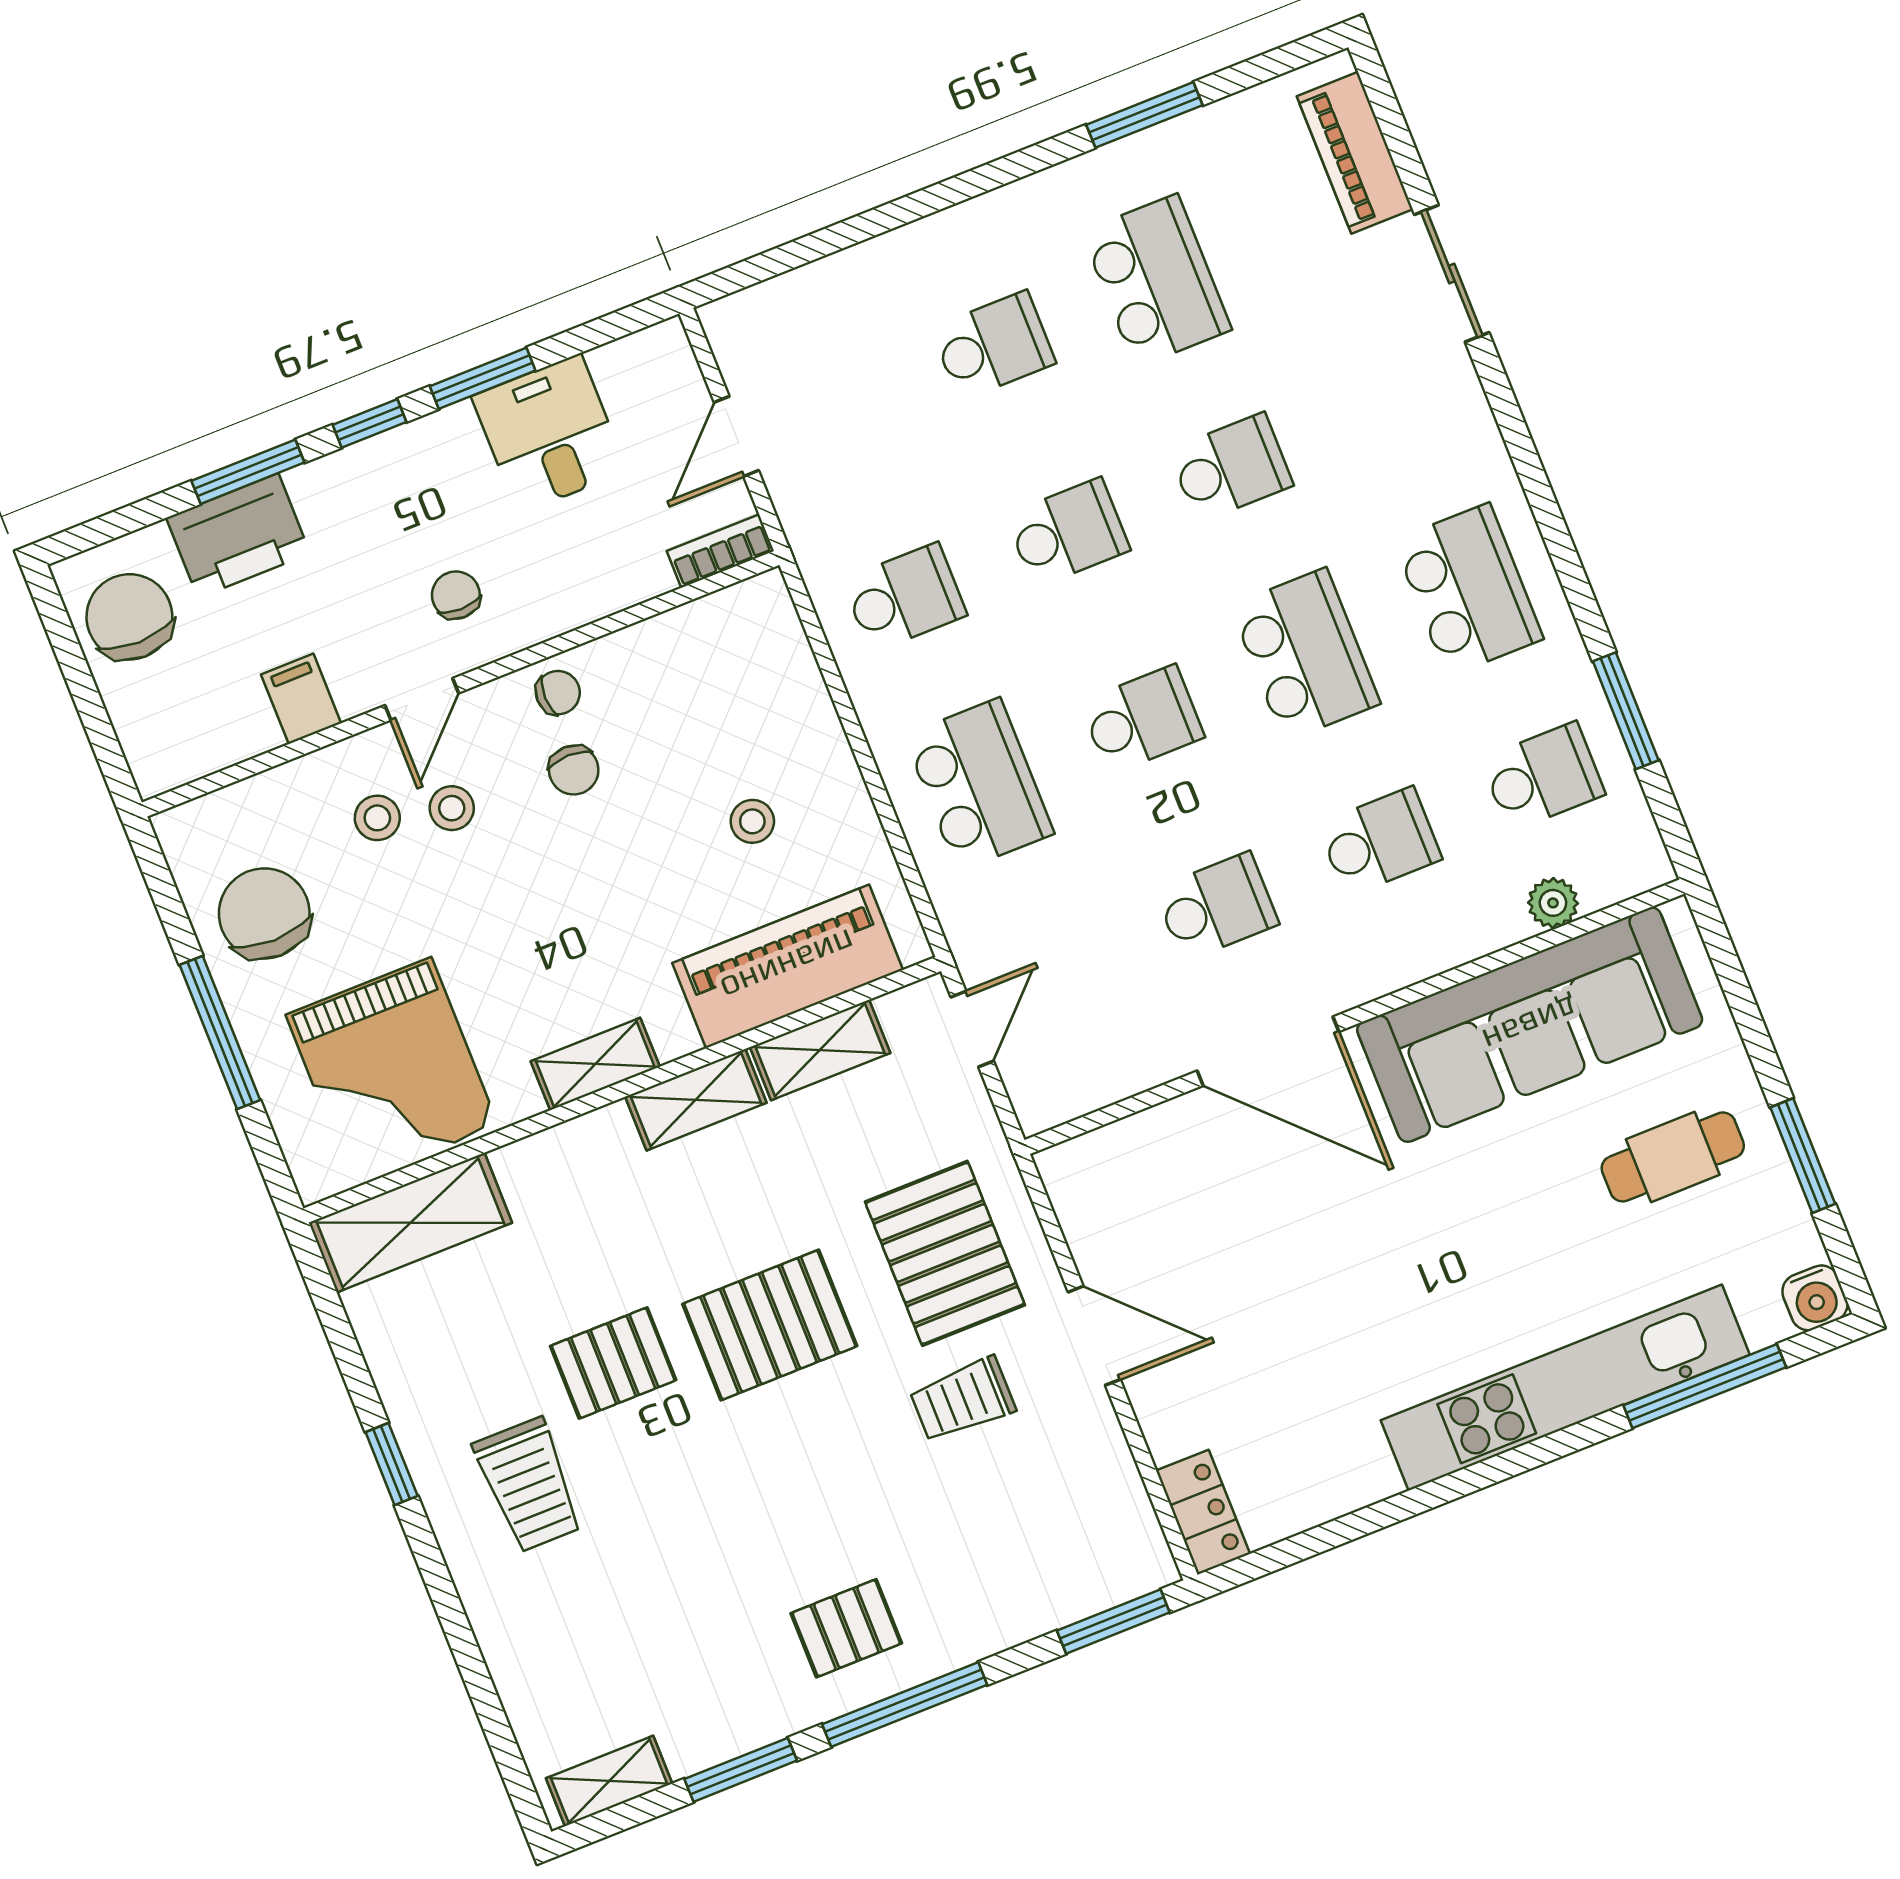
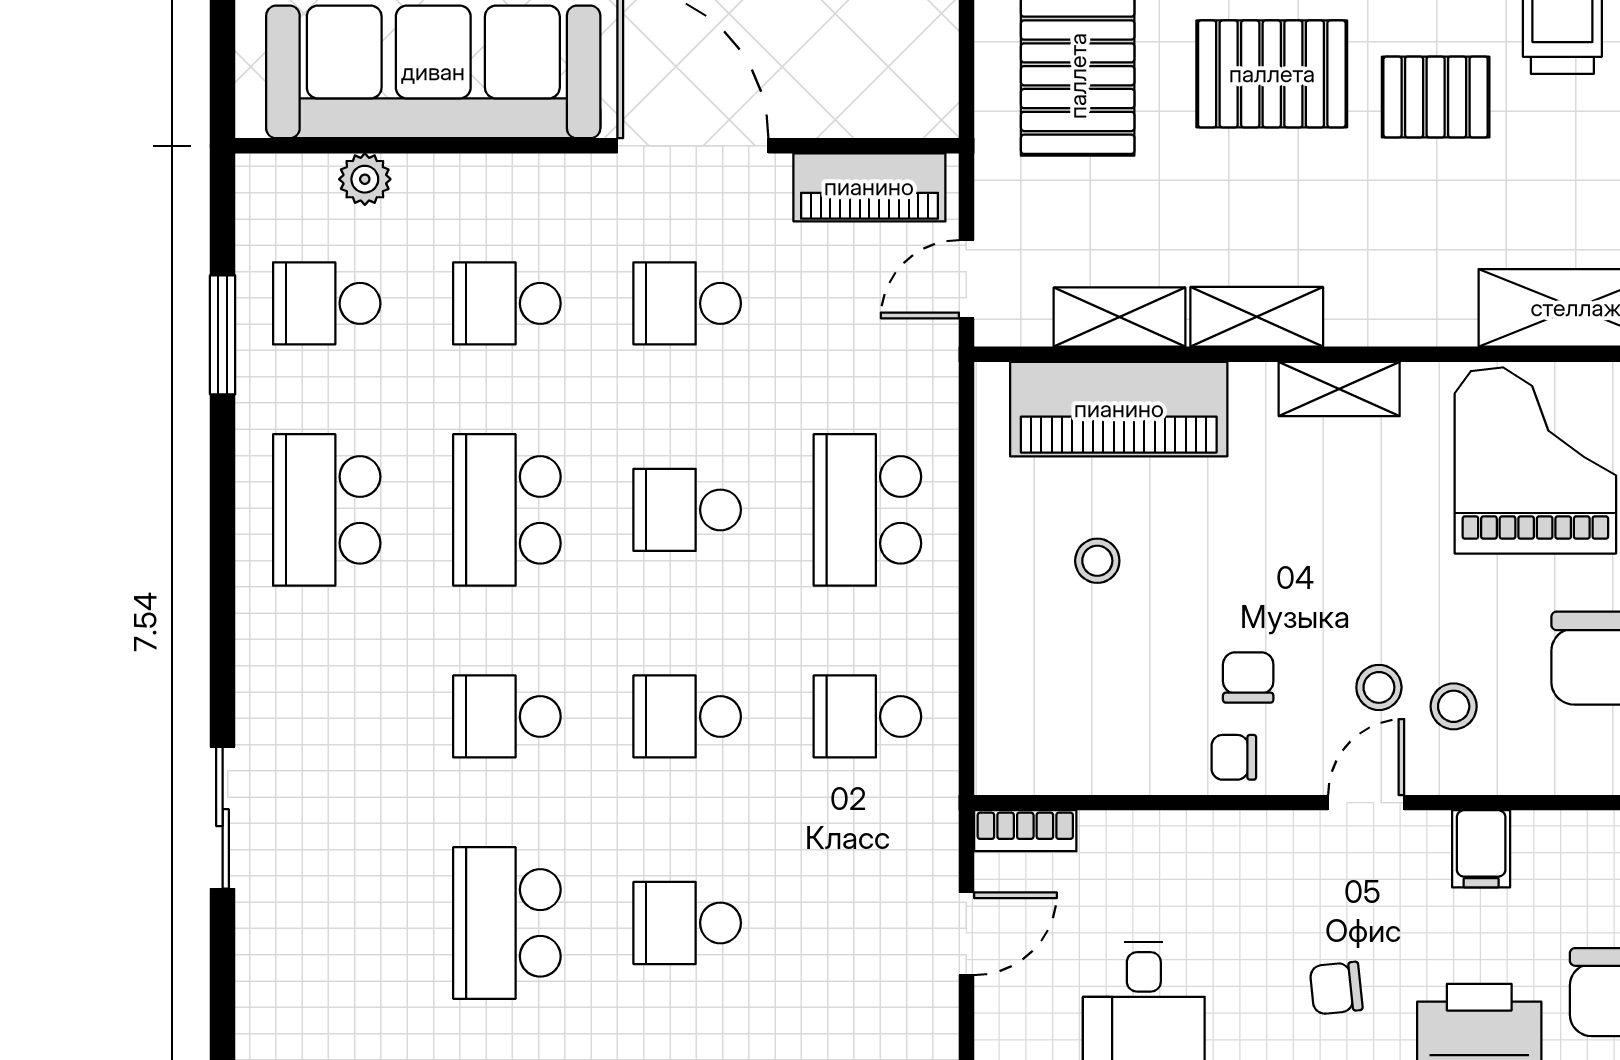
piano: (1355, 153) -> (869, 187), moved, turned 90
chair: (456, 595) -> (1336, 988), moved, turned 84

